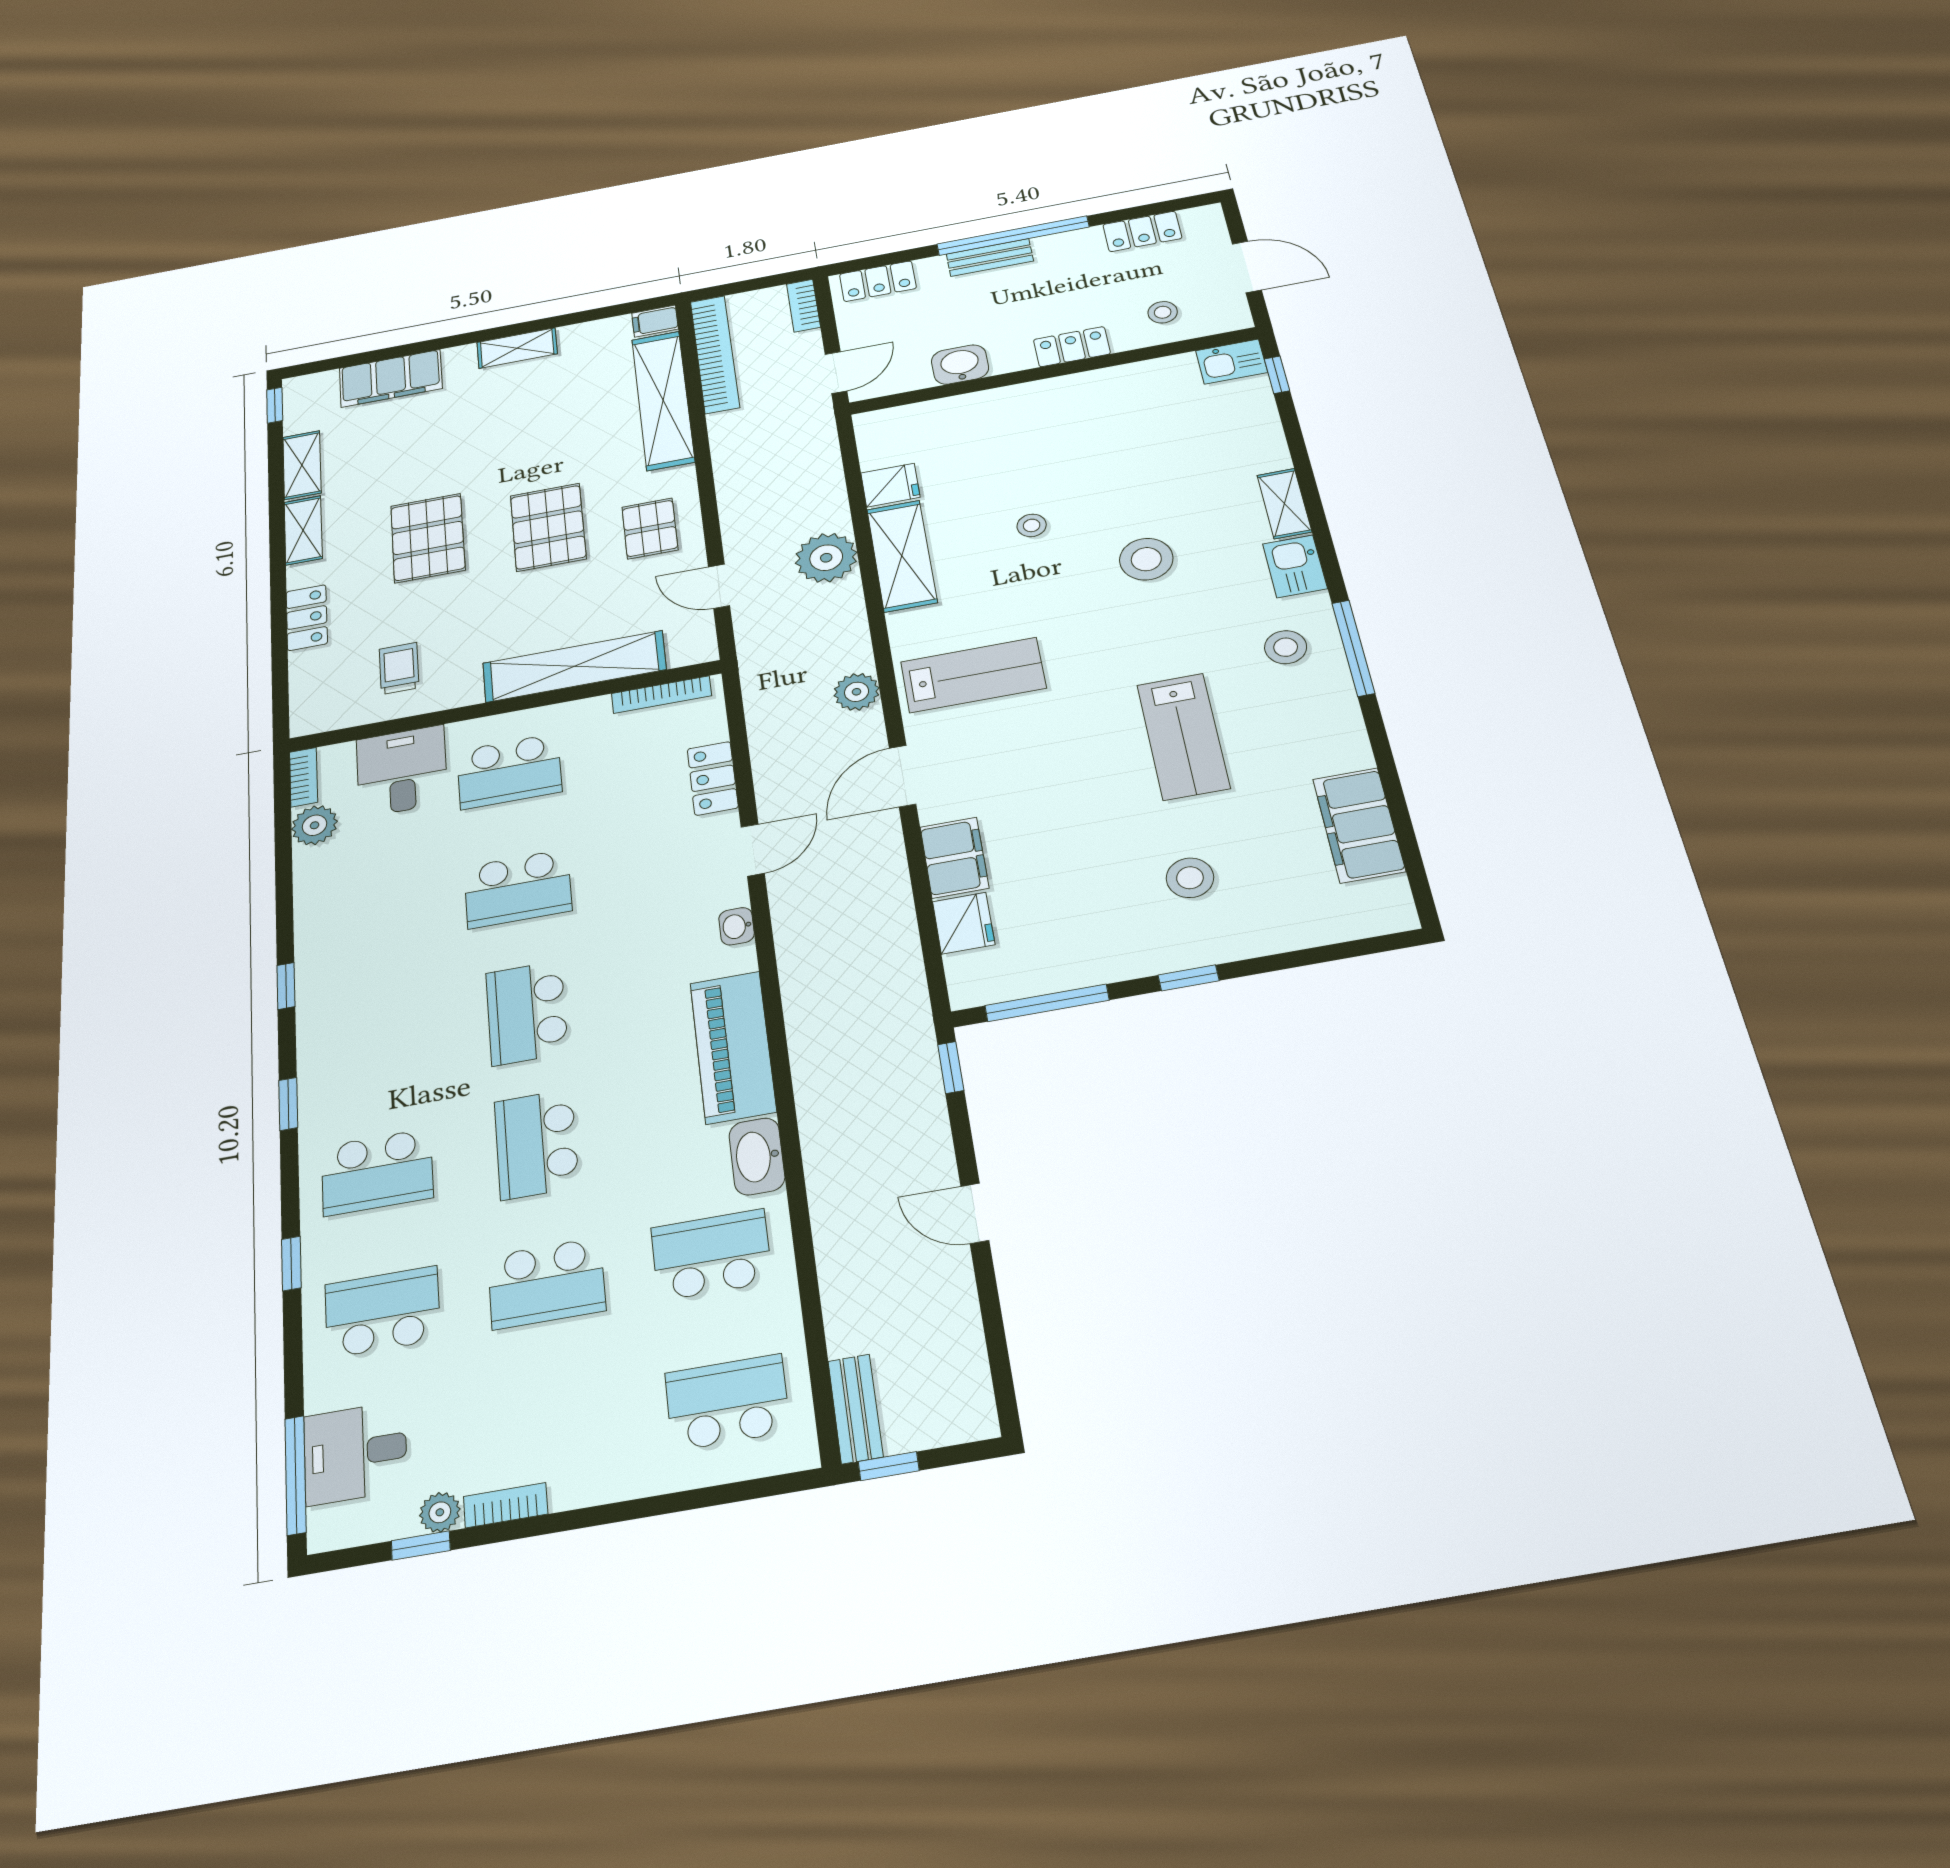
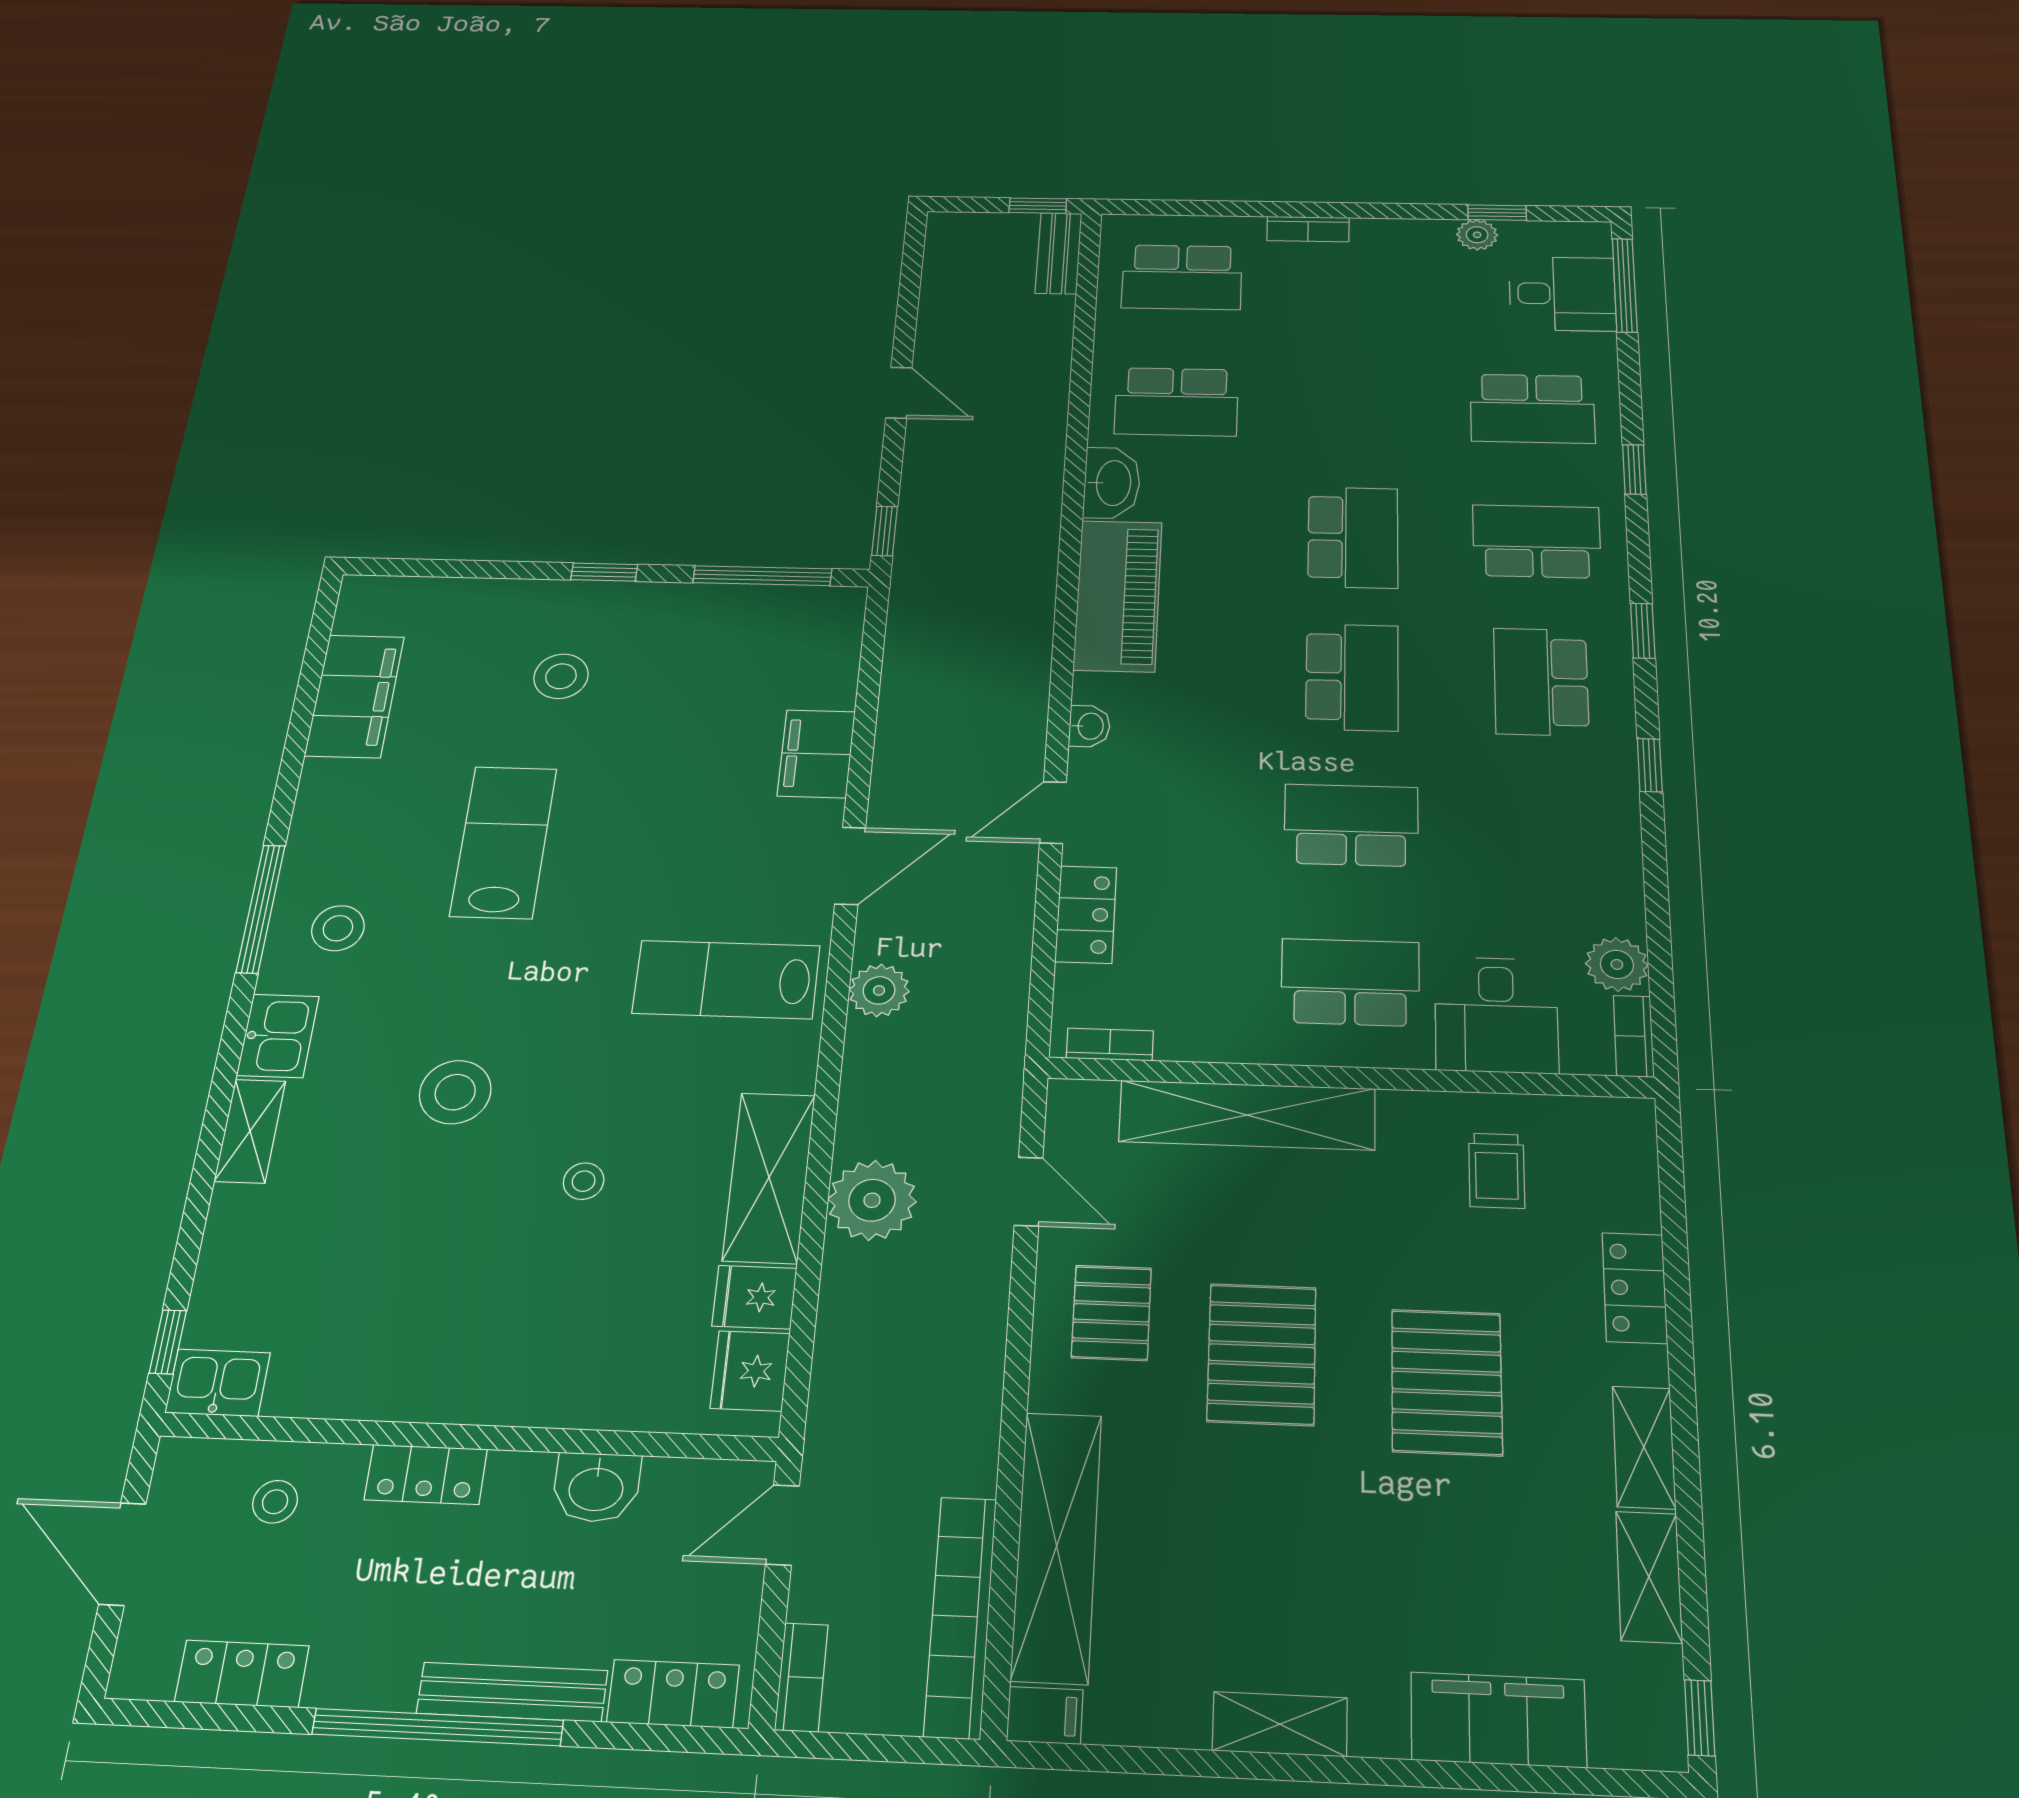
bench: (990, 258) -> (512, 1692), width x1.36
bookcase: (661, 695) -> (1110, 1044), width x0.64
fridge: (964, 923) -> (750, 1371), moved
school desk: (546, 1283) -> (1541, 682), moved, turned -90
bookcase: (506, 1505) -> (1308, 229), moved

